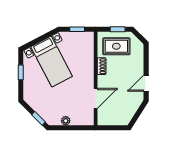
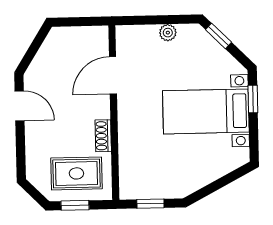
bed with nightstands: (52, 62) -> (206, 111), moved, turned -62
window: (21, 72) -> (253, 99), moved
door: (146, 83) -> (20, 106), hinge flipped

